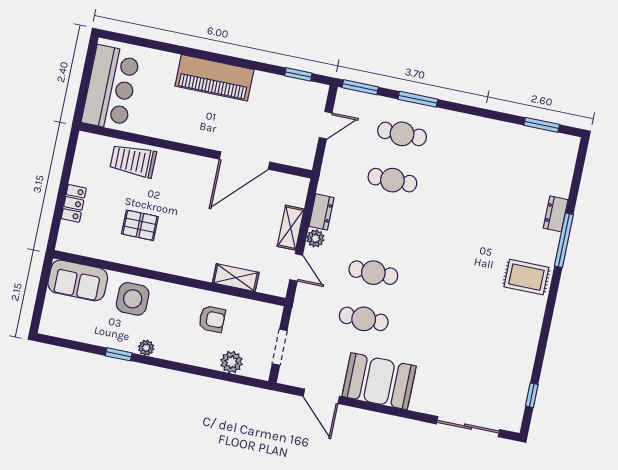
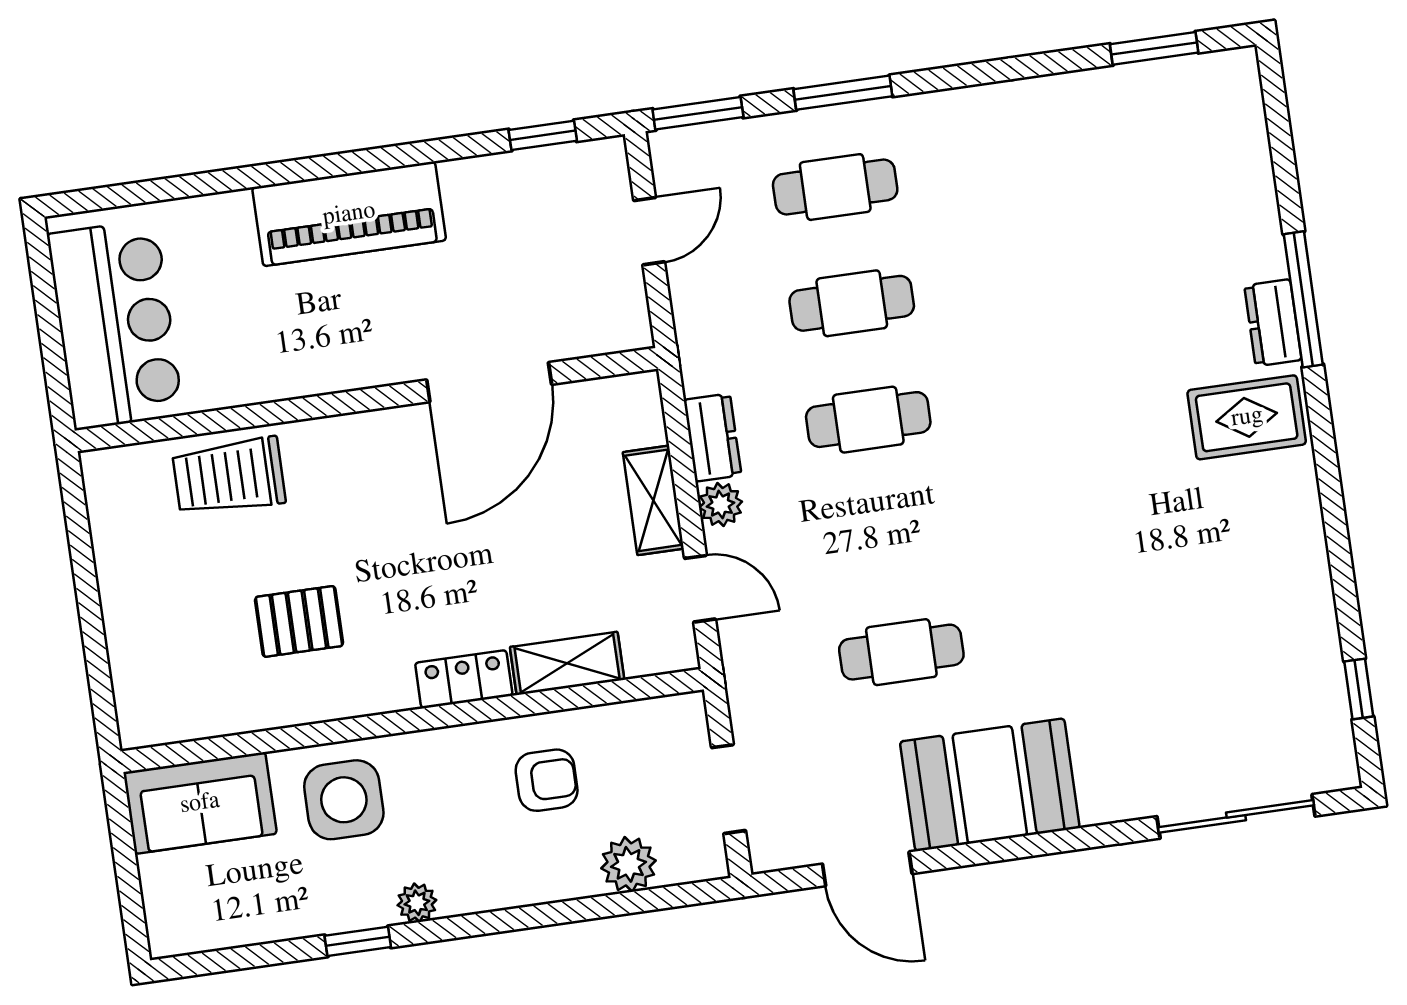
locker: (74, 203) -> (464, 679), moved, turned -90
dresser: (556, 214) -> (1273, 323), moved
cafe table: (373, 273) -> (868, 420), moved

